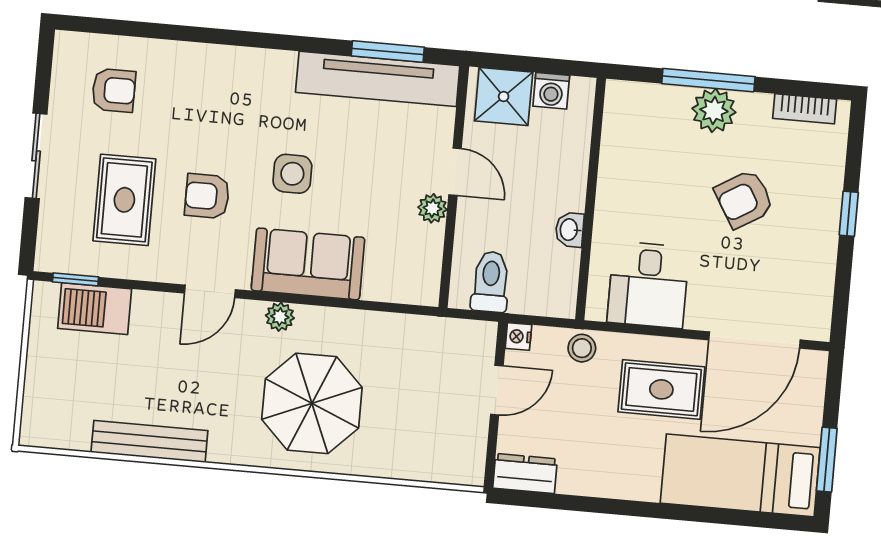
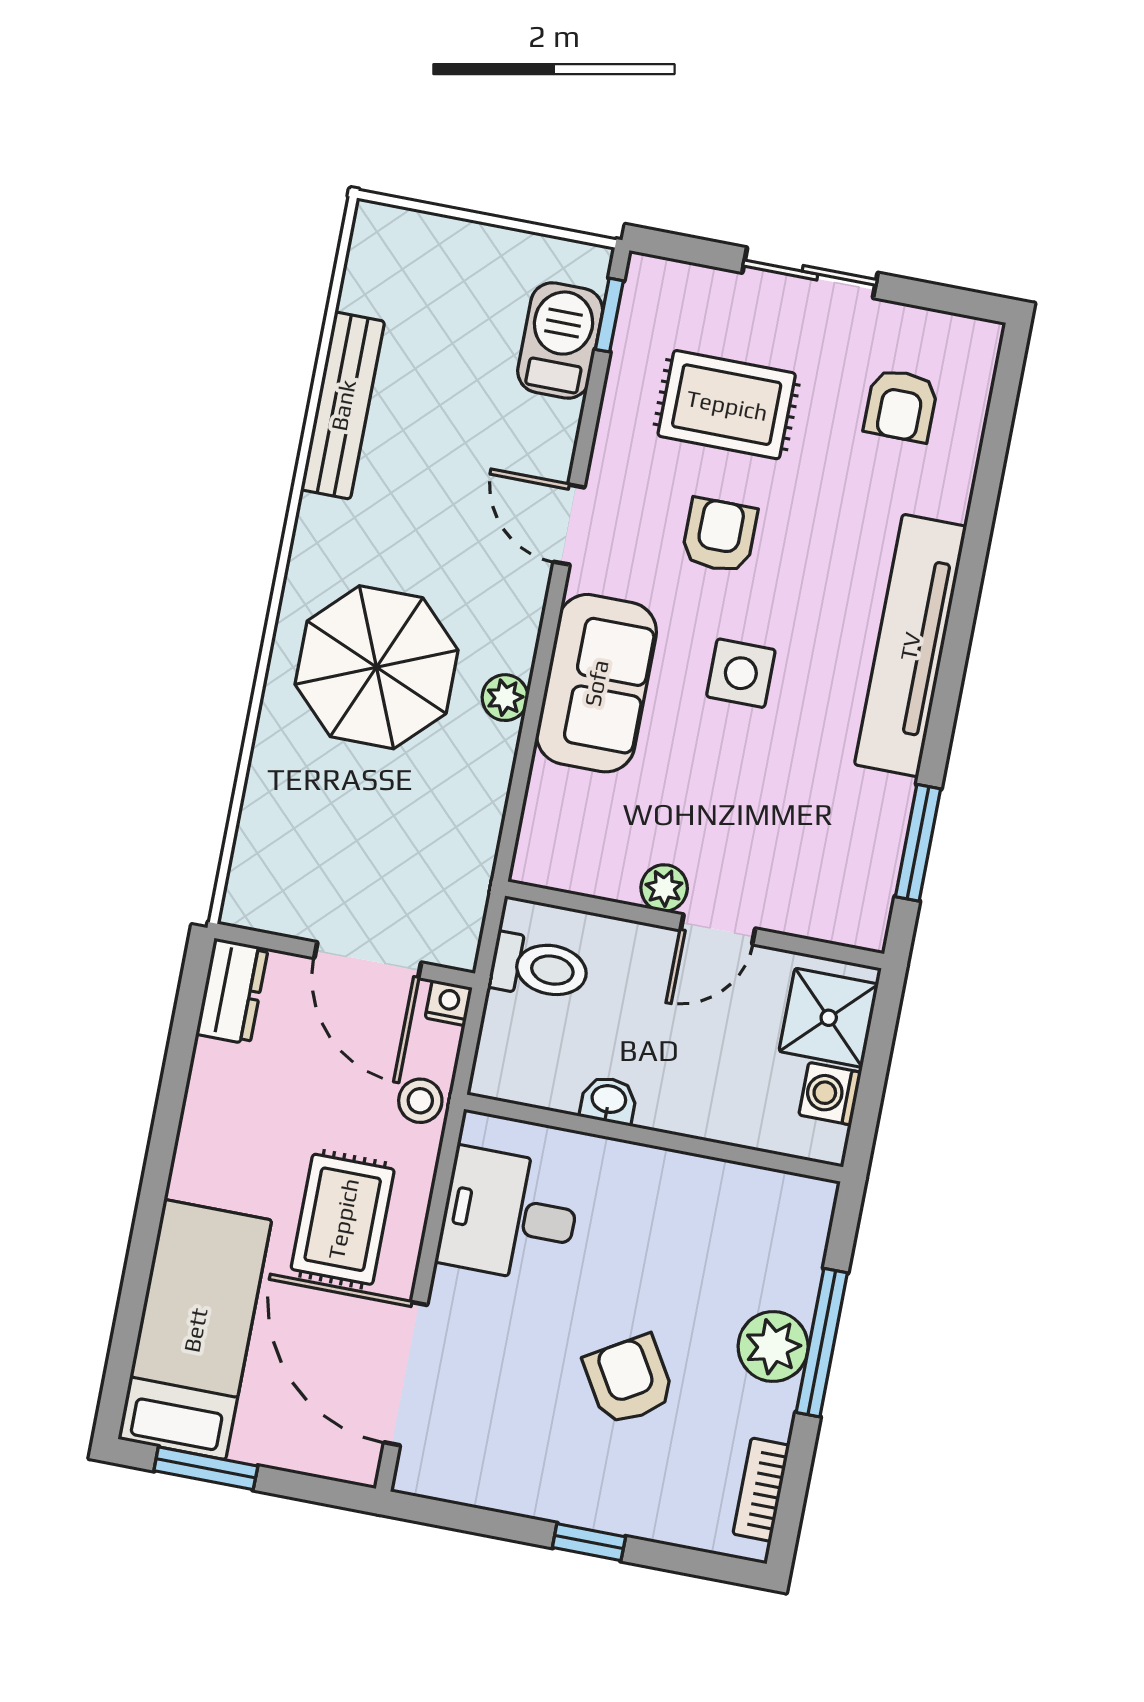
tv unit: (378, 79) -> (910, 646), moved
plant: (280, 317) -> (505, 698), moved
door: (497, 390) -> (368, 960), width x1.37

